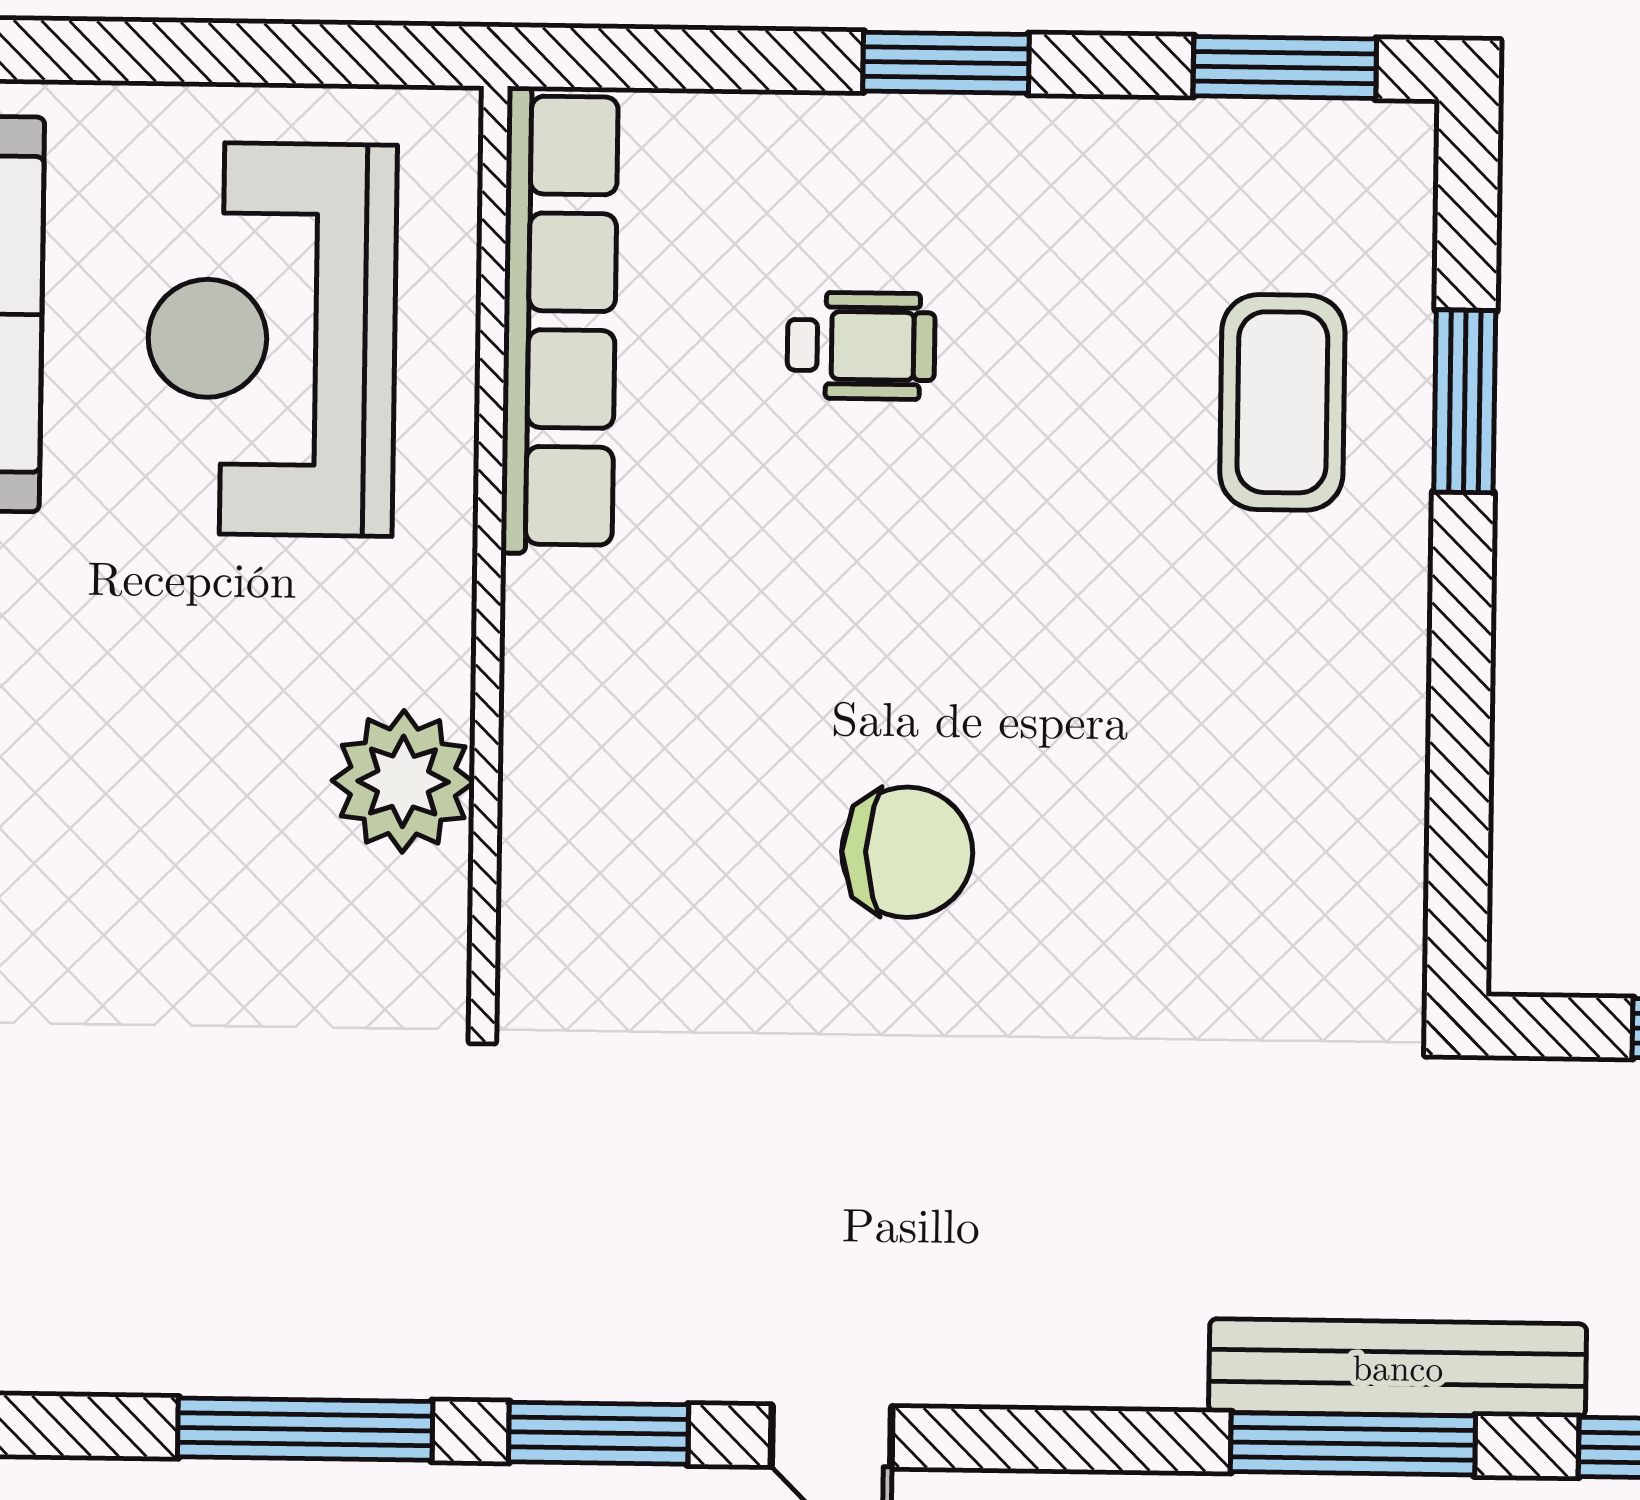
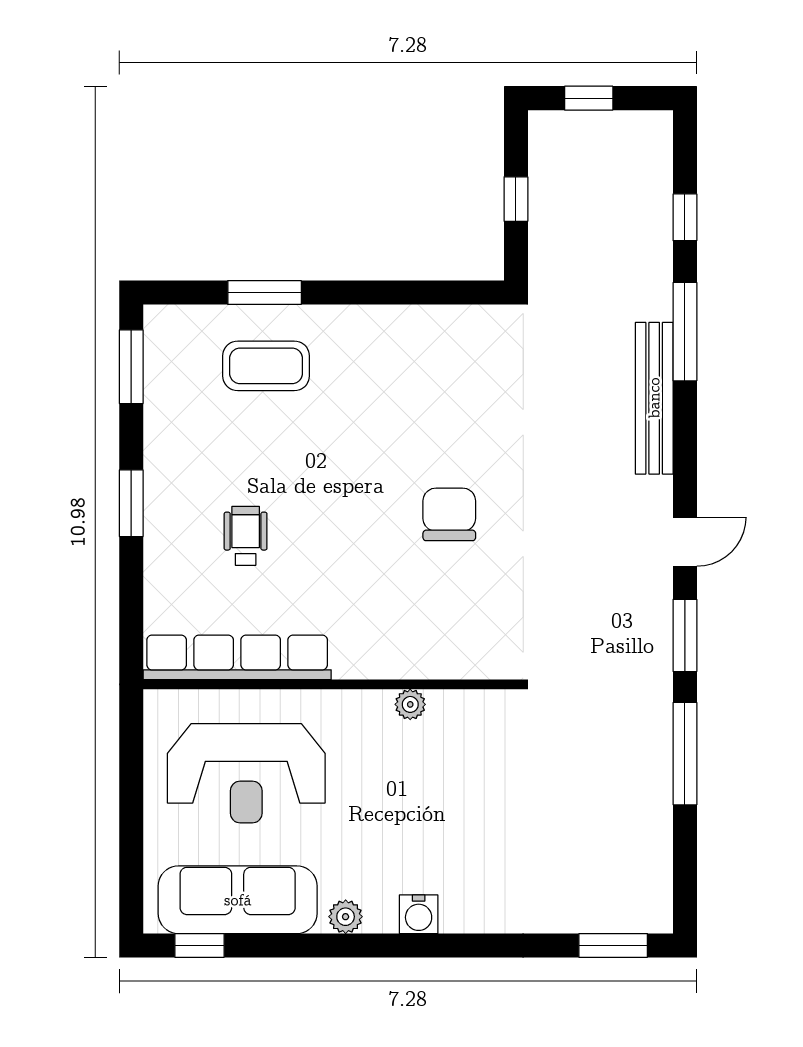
plant: (403, 781) -> (410, 704), width x0.53, depth x0.53
bench: (1398, 1368) -> (654, 398), moved

